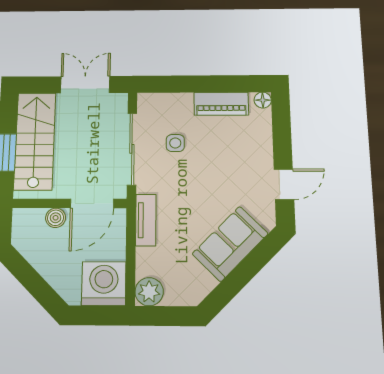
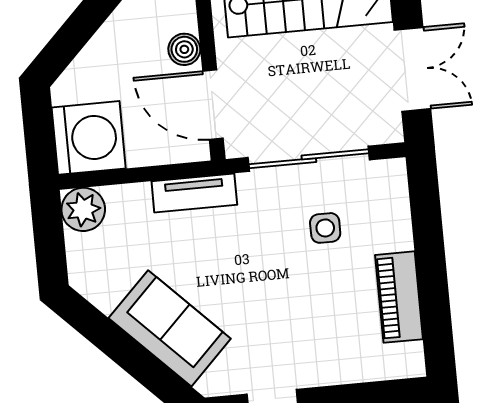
floor lamp: (263, 100) -> (411, 364), removed

